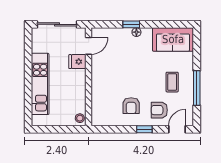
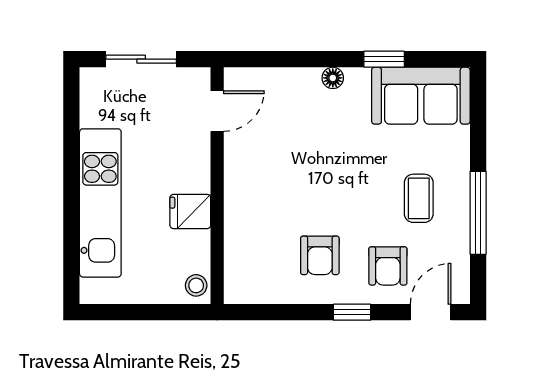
sliding door: (57, 24) -> (141, 59), width x0.73
window: (131, 24) -> (384, 59), moved
fridge: (77, 62) -> (190, 211), moved
armchair: (159, 110) -> (388, 266), turned -90

